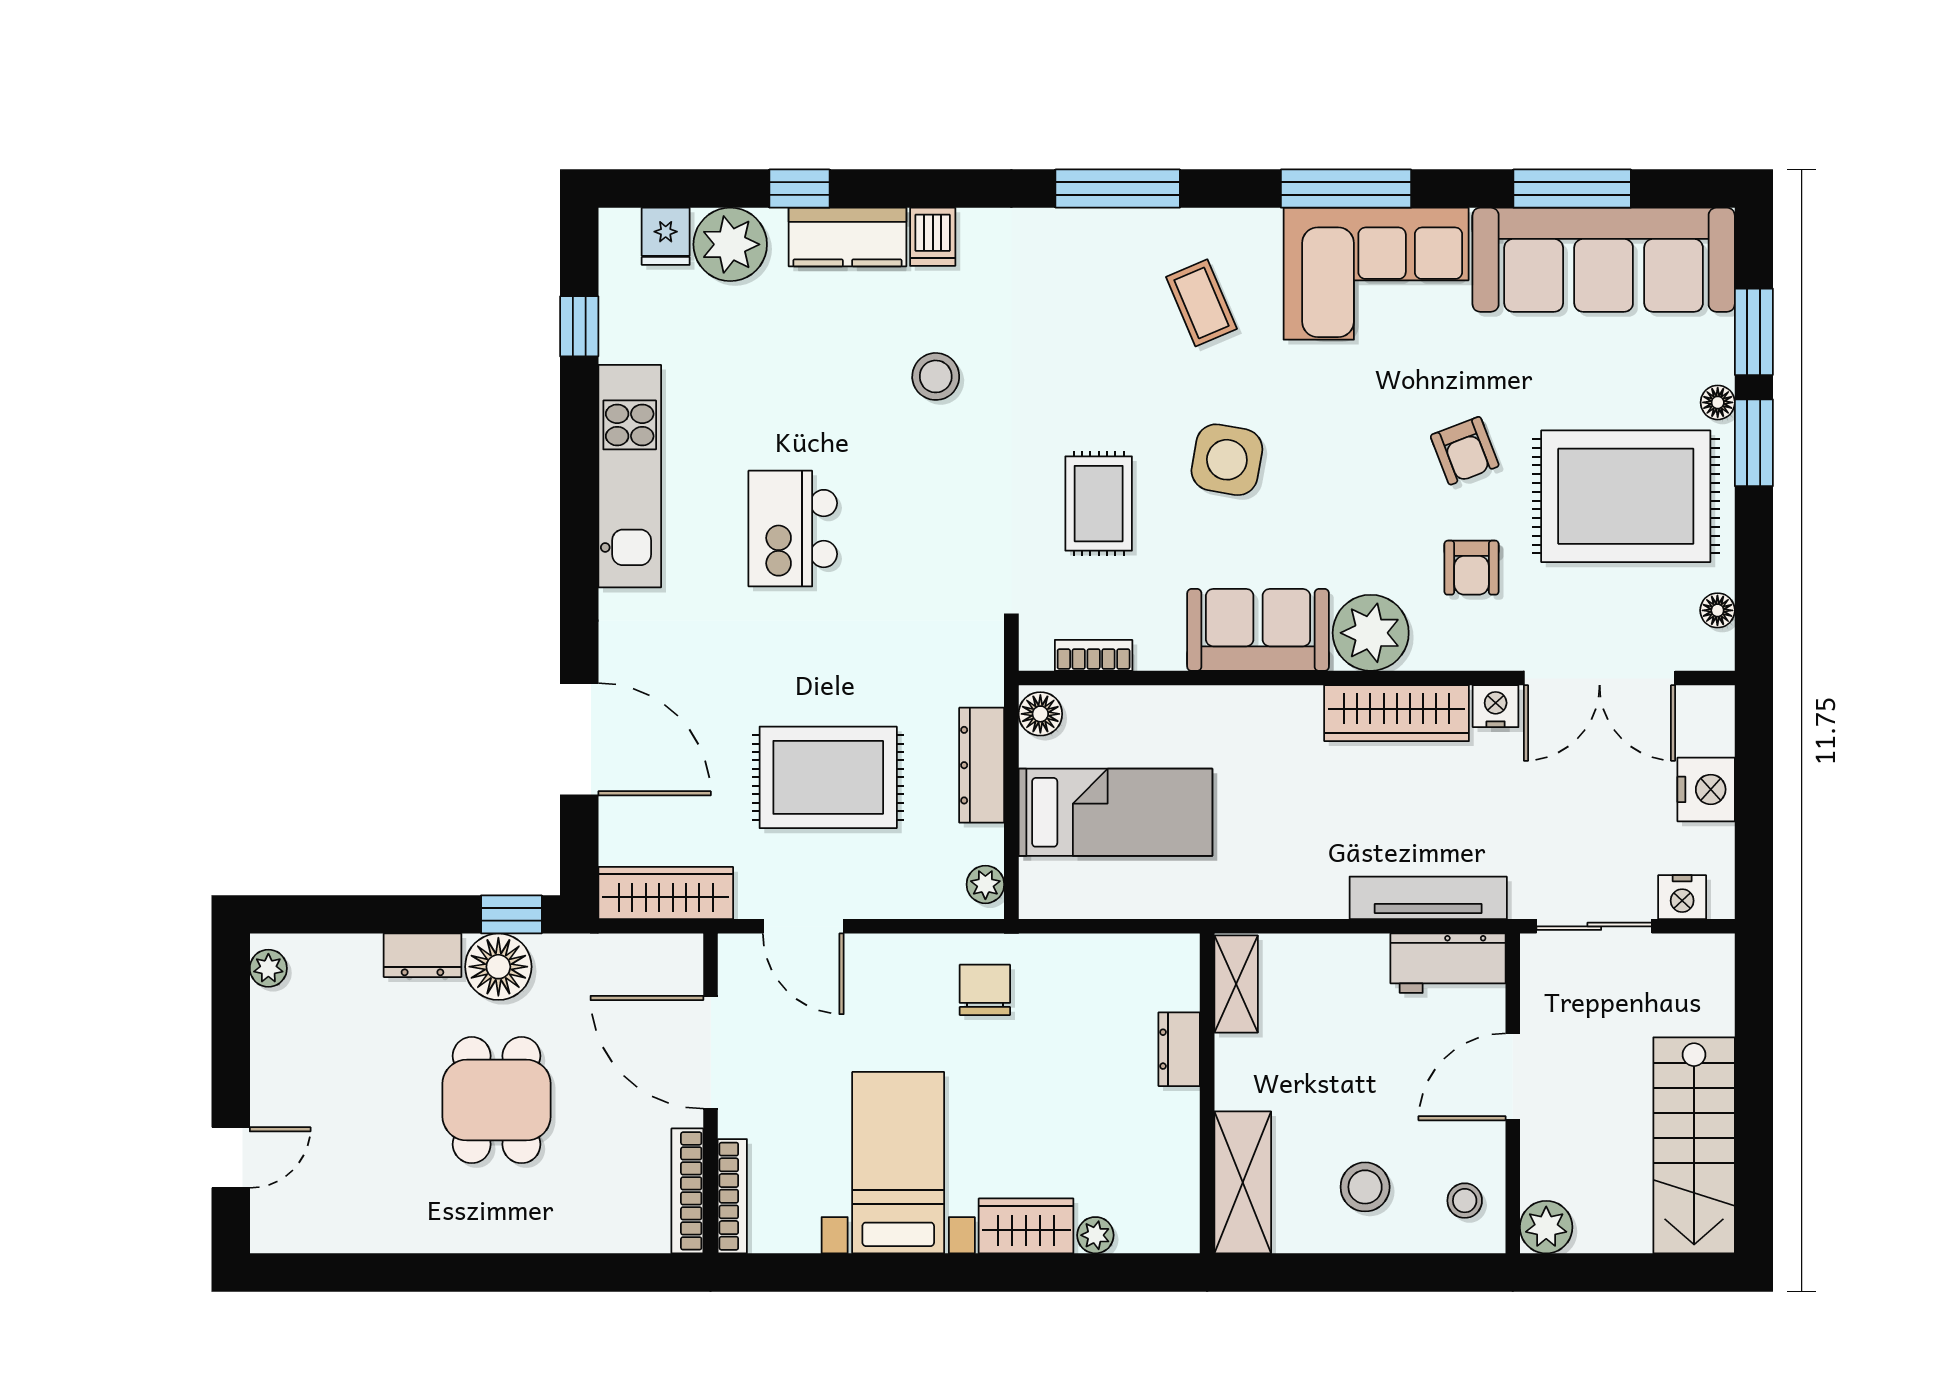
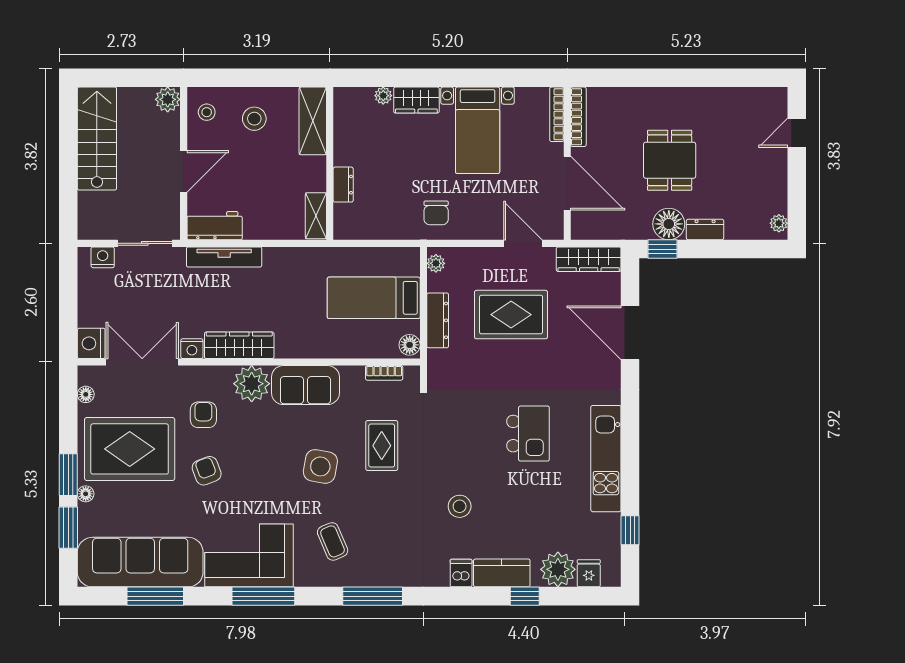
nightstand: (1706, 789) -> (91, 343), moved

